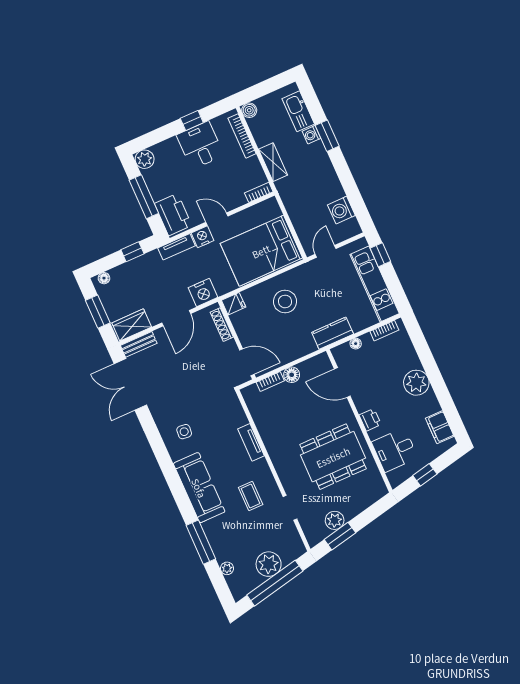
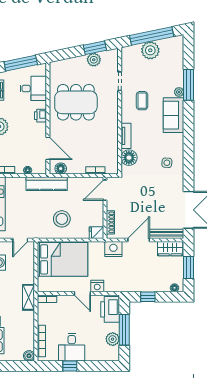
plant: (145, 159) -> (113, 339), moved
shelving: (273, 162) -> (29, 297), moved
tv unit: (176, 247) -> (117, 287), removed
kitchen counter: (333, 333) -> (47, 184), width x1.50
bench: (139, 344) -> (167, 234), width x1.36
door: (247, 362) -> (105, 190), hinge flipped
floor lamp: (292, 375) -> (61, 169), moved
floor lamp: (235, 417) -> (129, 158), added
window: (425, 475) -> (21, 63), width x2.17
sofa: (199, 488) -> (174, 115), width x0.73
plant: (227, 568) -> (179, 92), moved

